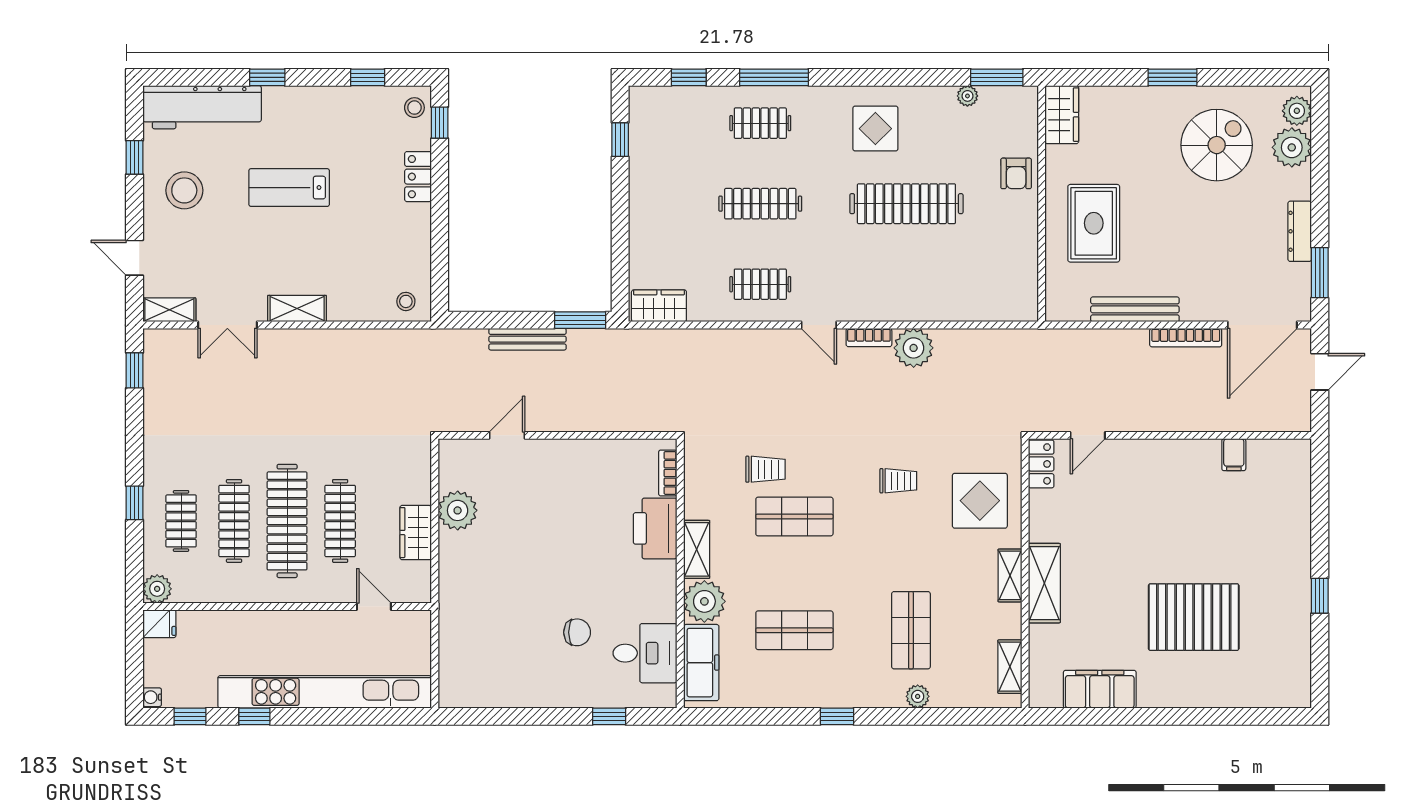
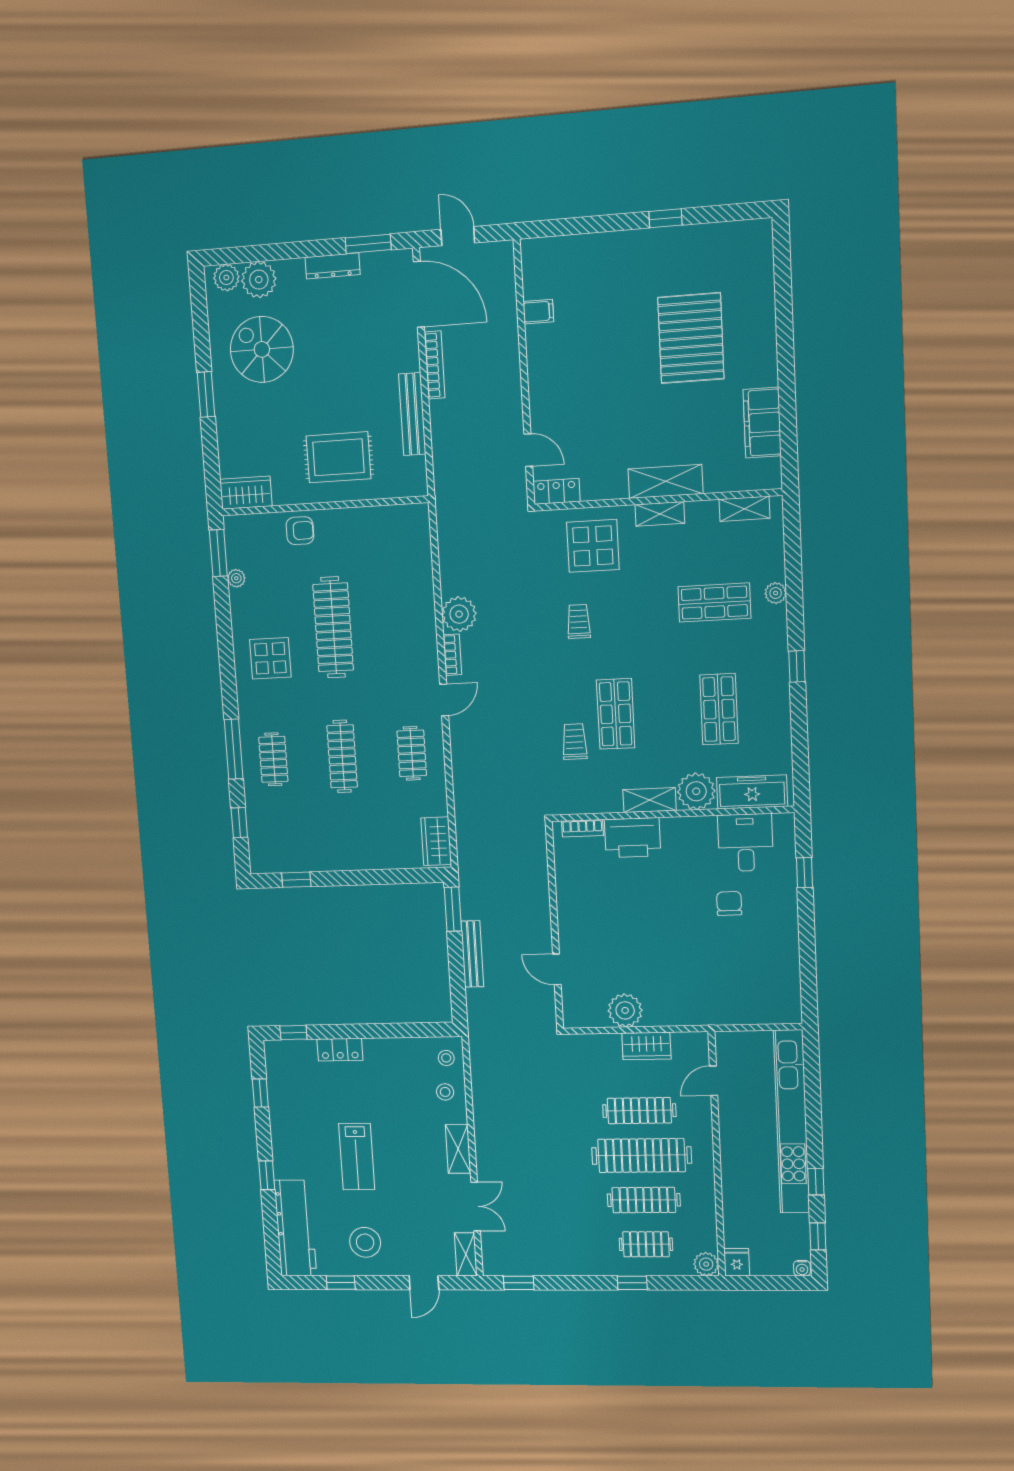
stool: (414, 108) -> (445, 1092), moved

